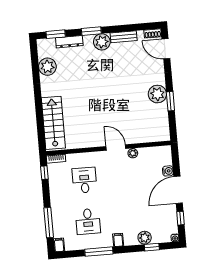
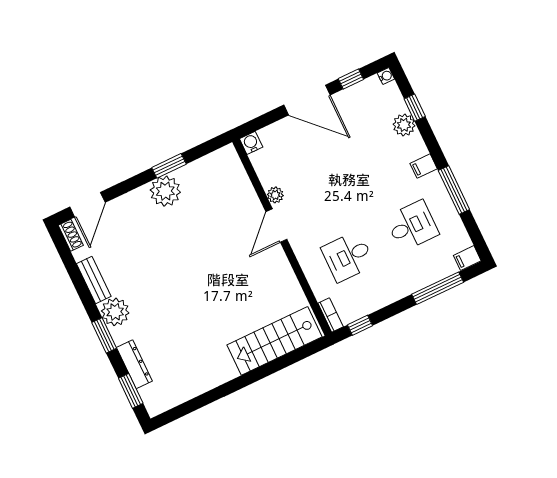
plant: (47, 67) -> (188, 384), removed
water cooler: (168, 171) -> (251, 143), moved

